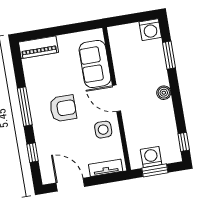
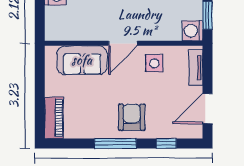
armchair: (63, 108) -> (132, 117), moved
washing machine: (151, 157) -> (192, 31), moved

